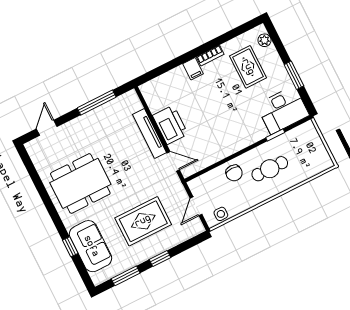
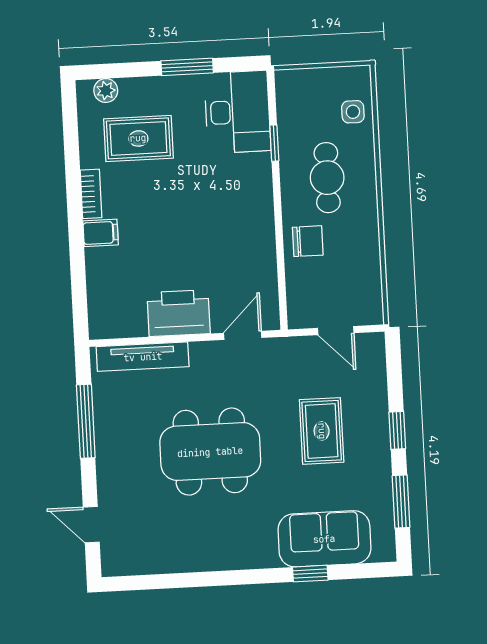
tv unit: (149, 133) -> (143, 357), moved
dining table: (80, 183) -> (210, 452), moved, turned 90
side table: (221, 214) -> (353, 112), moved
rug: (143, 221) -> (322, 431), width x0.73, depth x0.70

